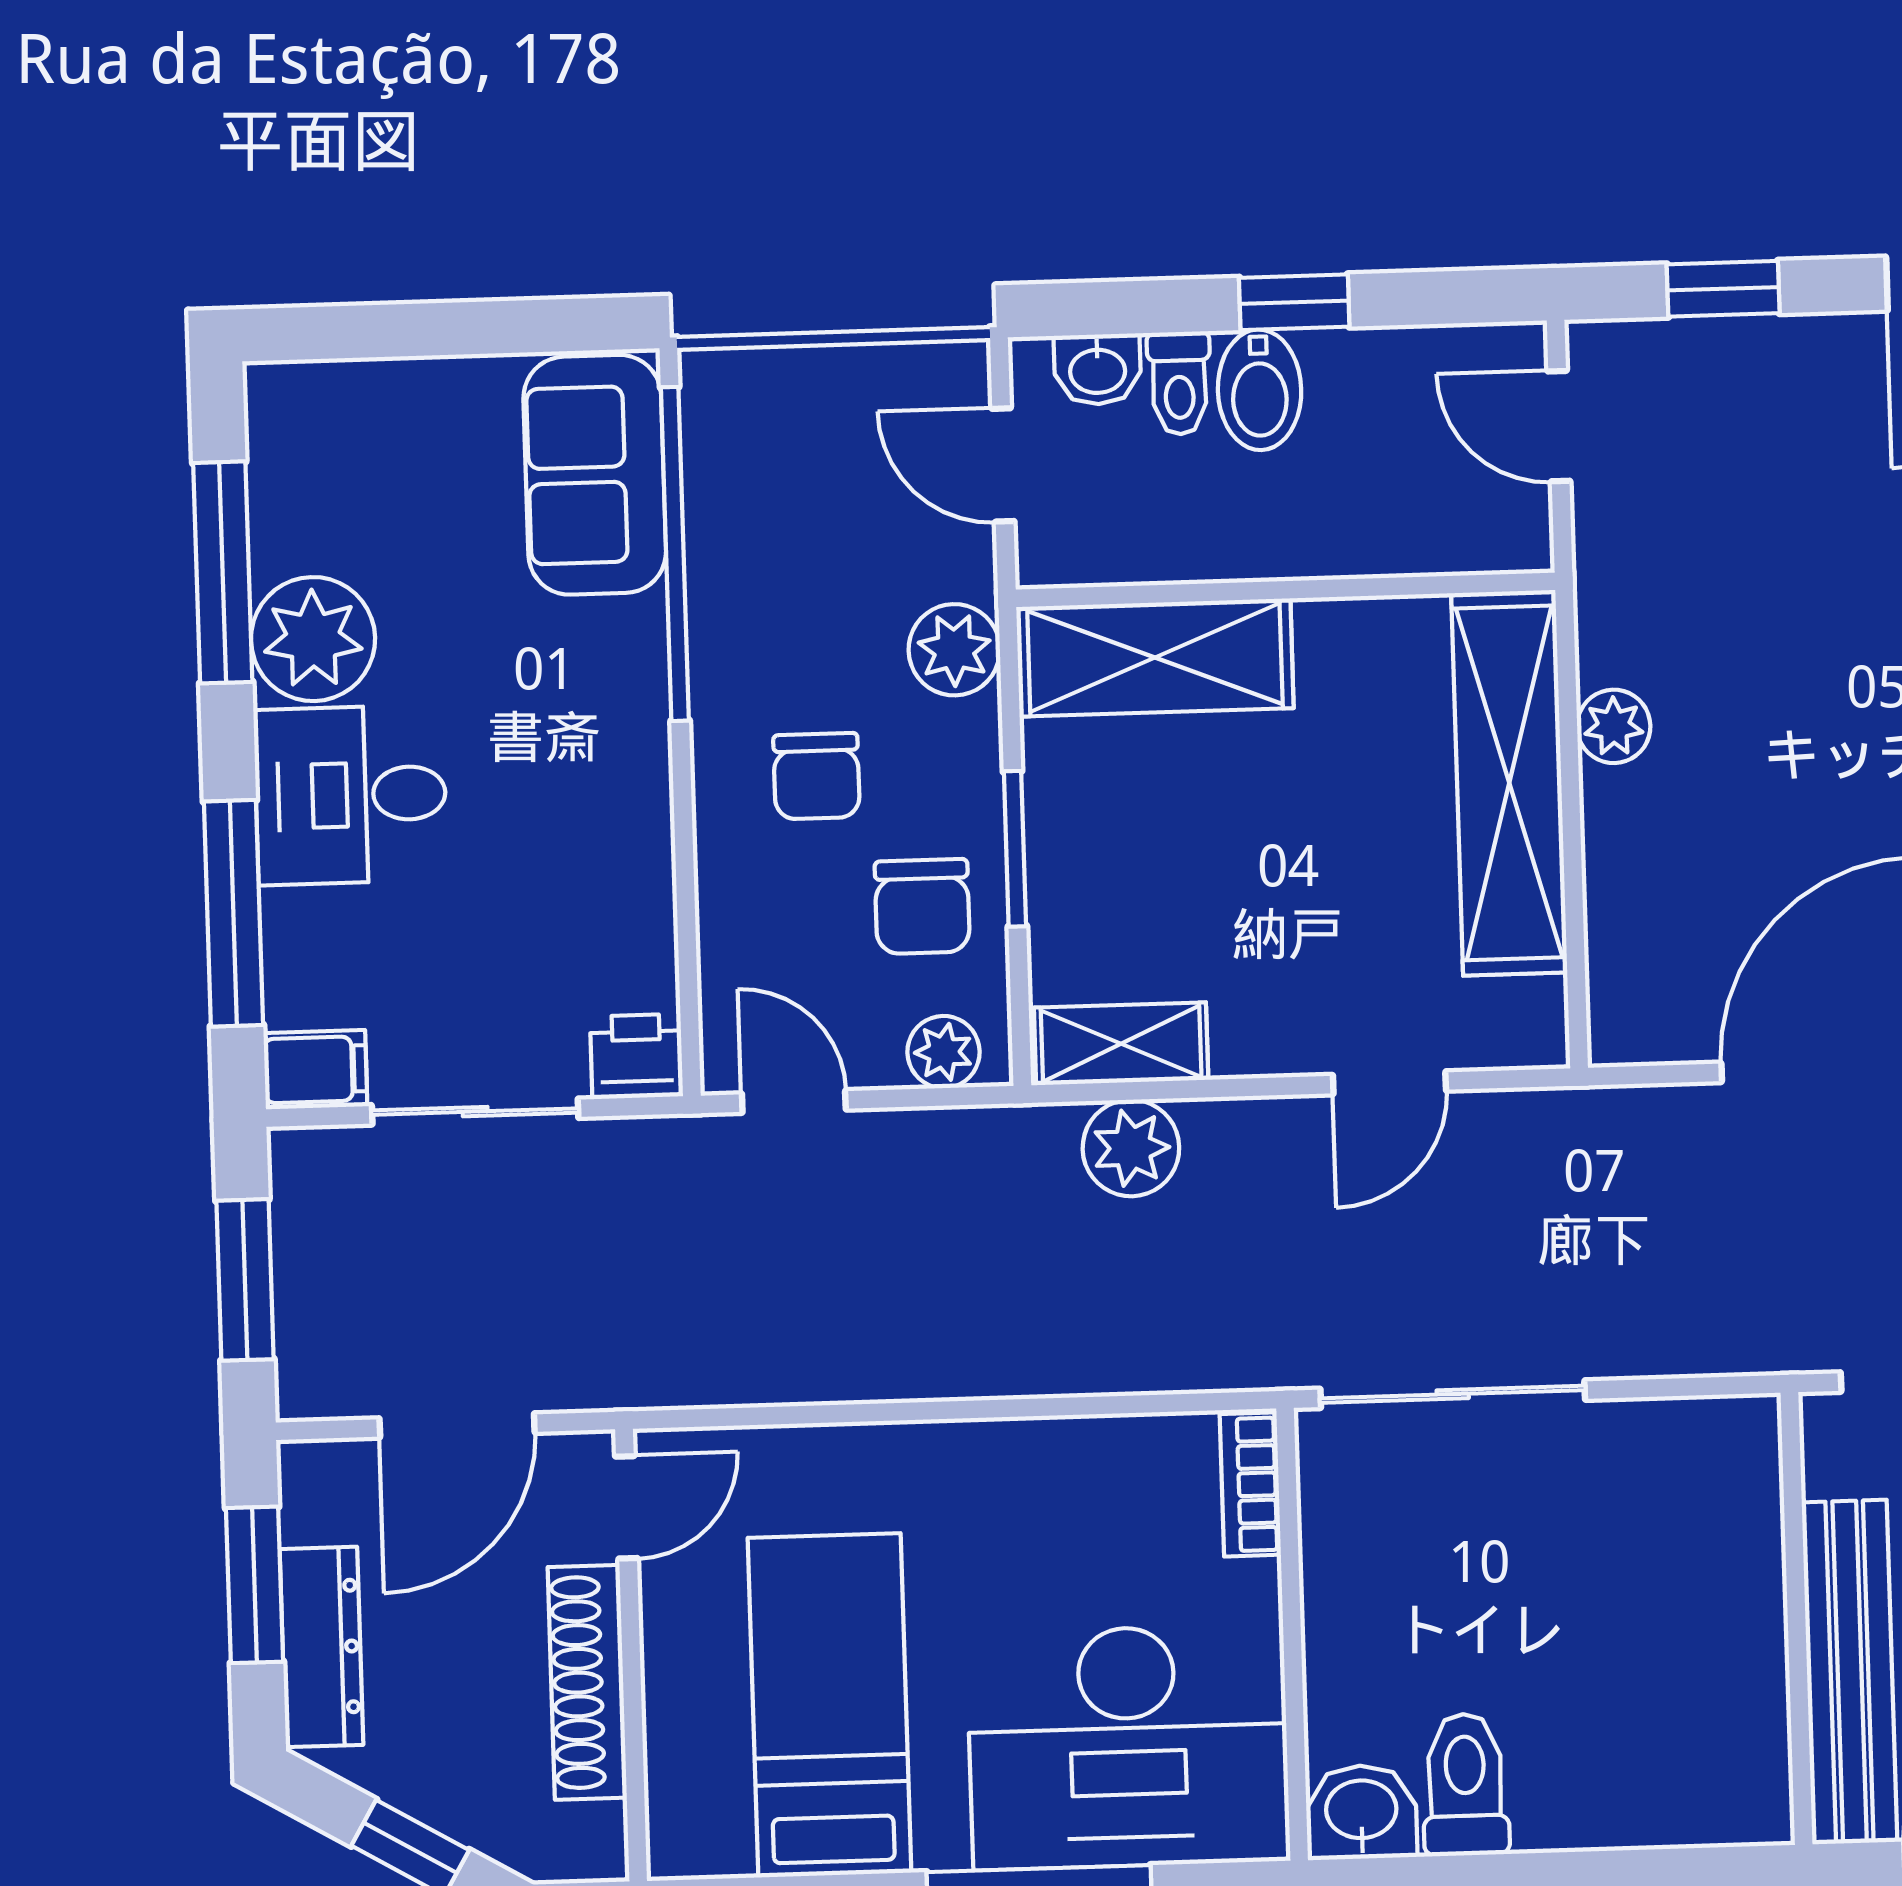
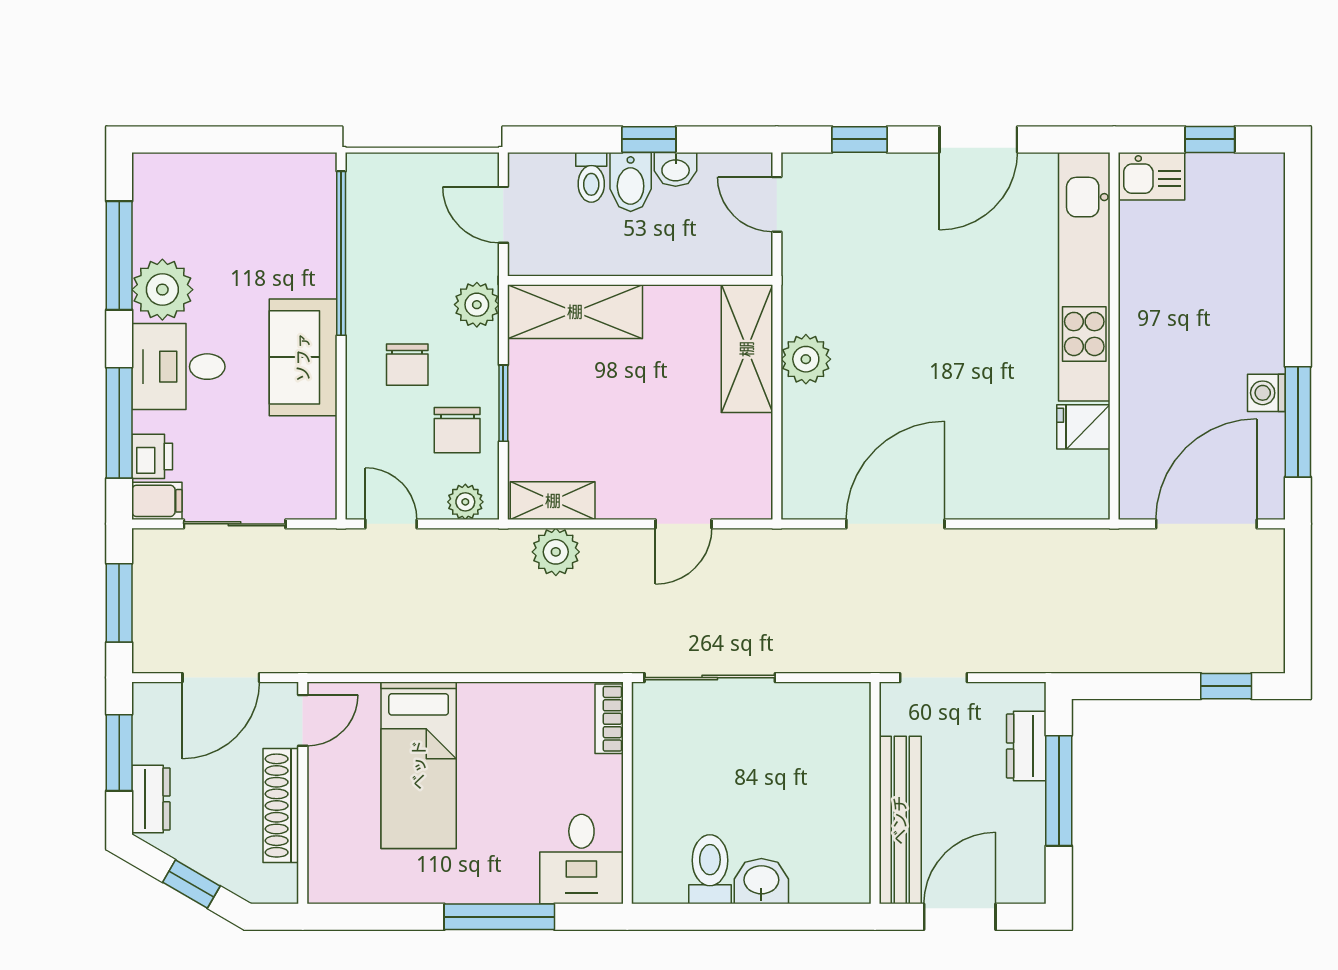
washbasin: (1098, 369) -> (676, 169), moved
sofa: (595, 475) -> (303, 357), moved
plant: (1614, 726) -> (806, 359), width x1.38, depth x1.38
shelving: (1509, 783) -> (747, 349), width x0.68
printer: (637, 1056) -> (152, 456), moved, turned 90
dresser: (321, 1647) -> (151, 799), width x0.70
bed: (829, 1705) -> (419, 765), moved, turned 180
desk: (1128, 1747) -> (581, 859), width x0.53, depth x0.77
washbasin: (1361, 1812) -> (761, 881), moved

